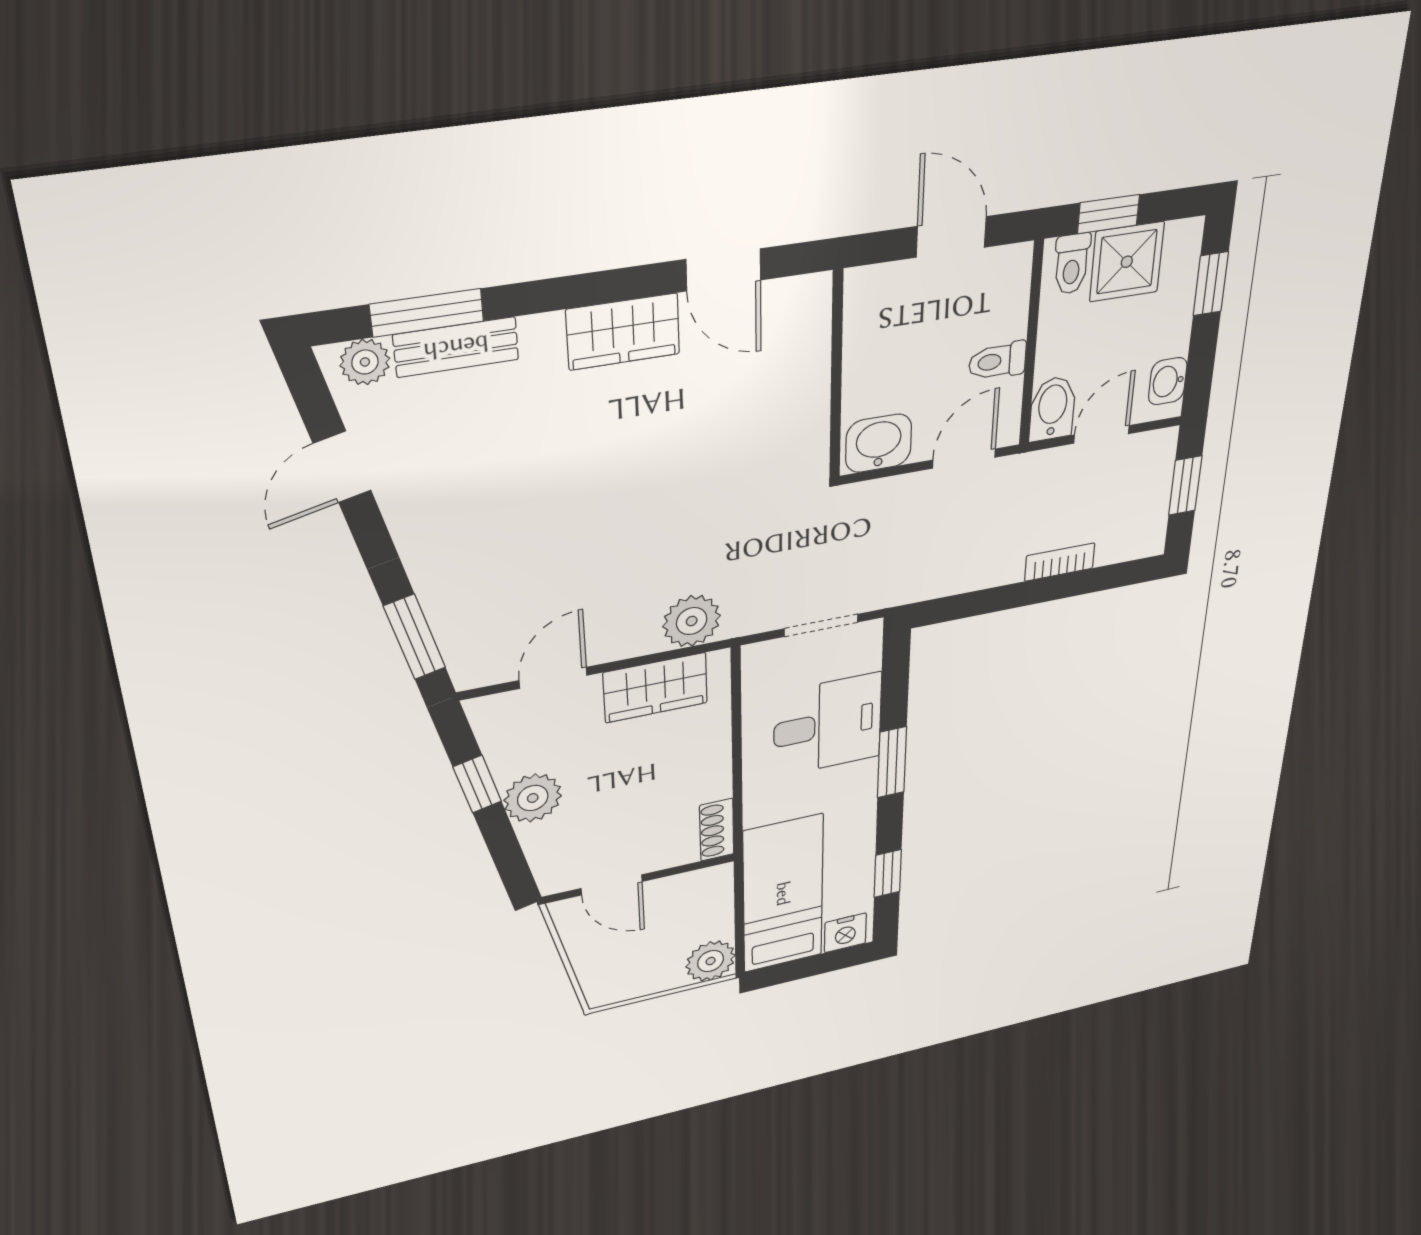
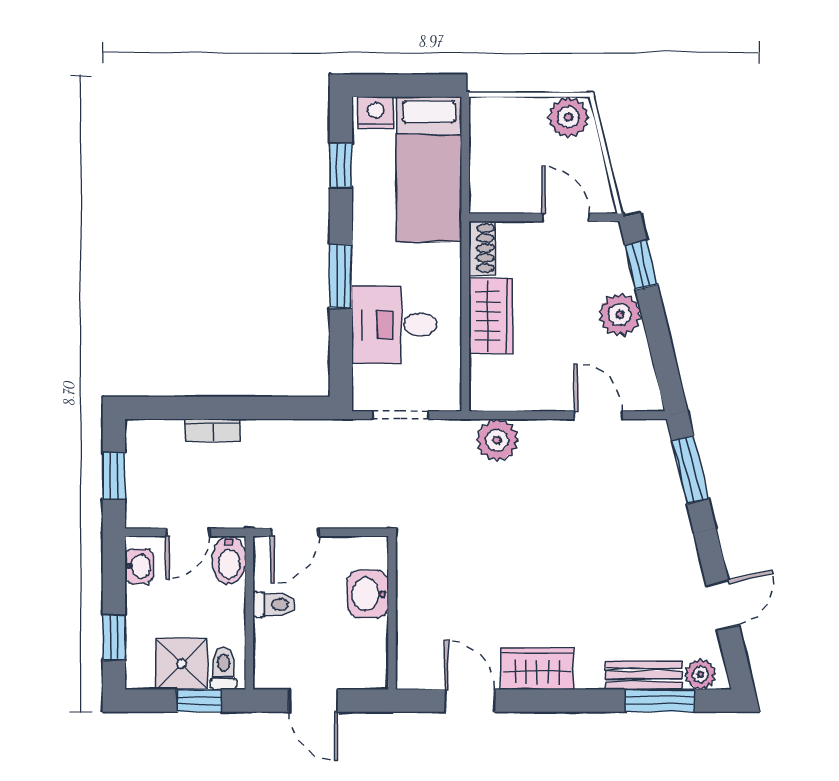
washbasin: (879, 443) -> (368, 594), moved, turned 90
door: (553, 678) -> (599, 415), swing flipped
wardrobe: (655, 688) -> (491, 316), moved, turned 90
window: (477, 784) -> (641, 265), moved
plant: (711, 961) -> (568, 117), moved

